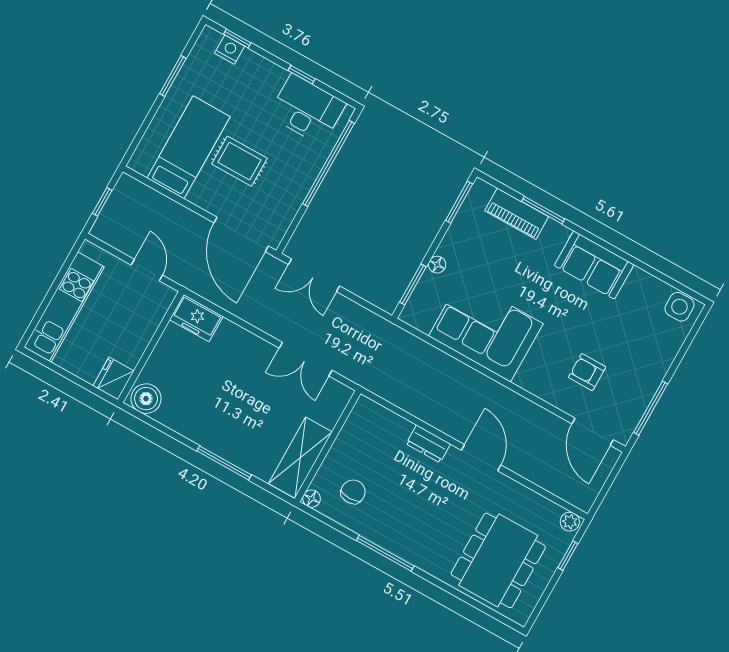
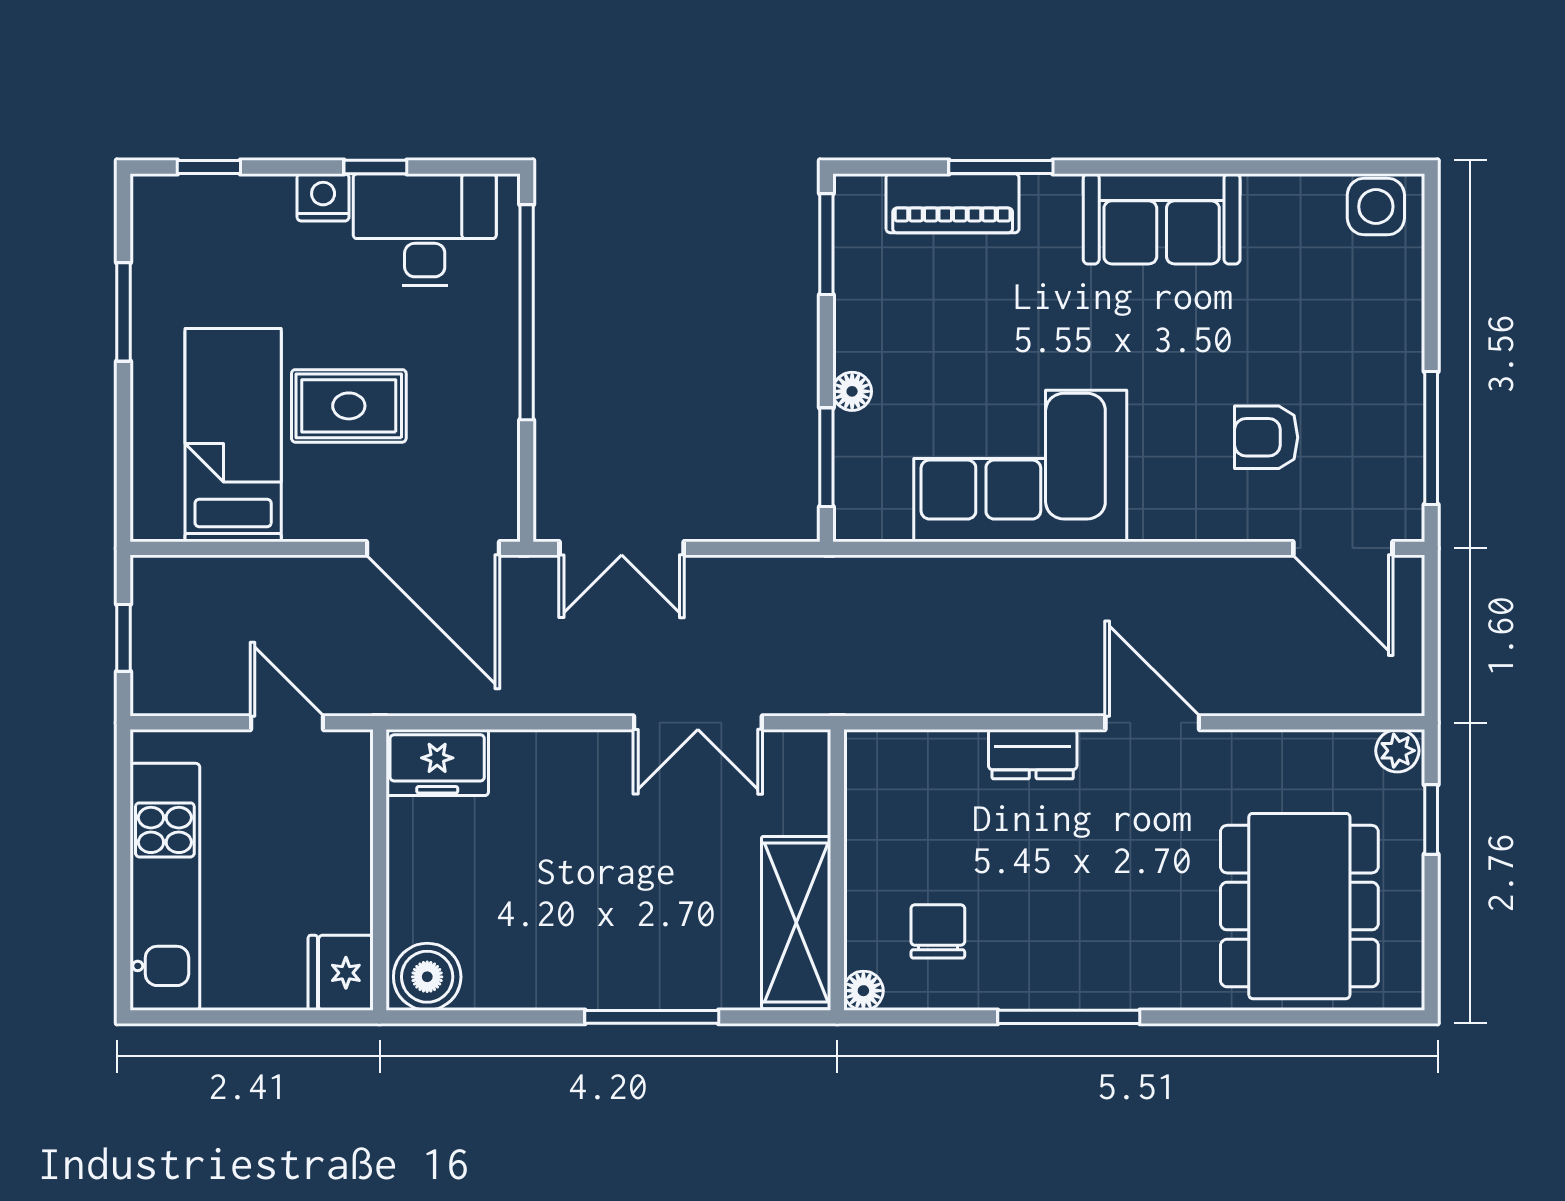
nightstand: (230, 50) -> (323, 197), moved

